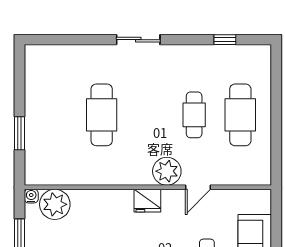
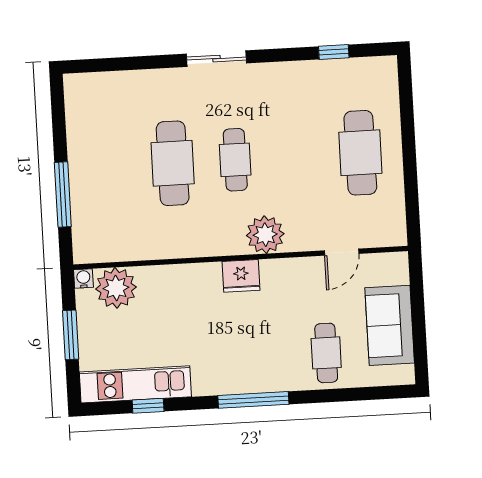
cafe table: (194, 115) -> (235, 160), moved
window: (19, 133) -> (63, 194), width x1.44
door: (198, 187) -> (342, 252), moved

